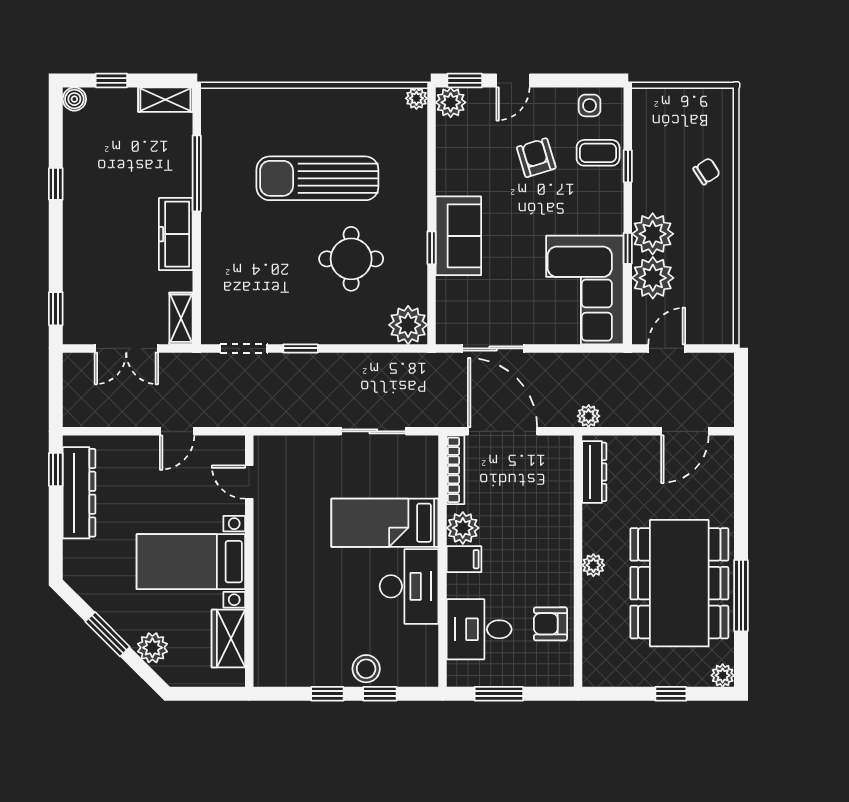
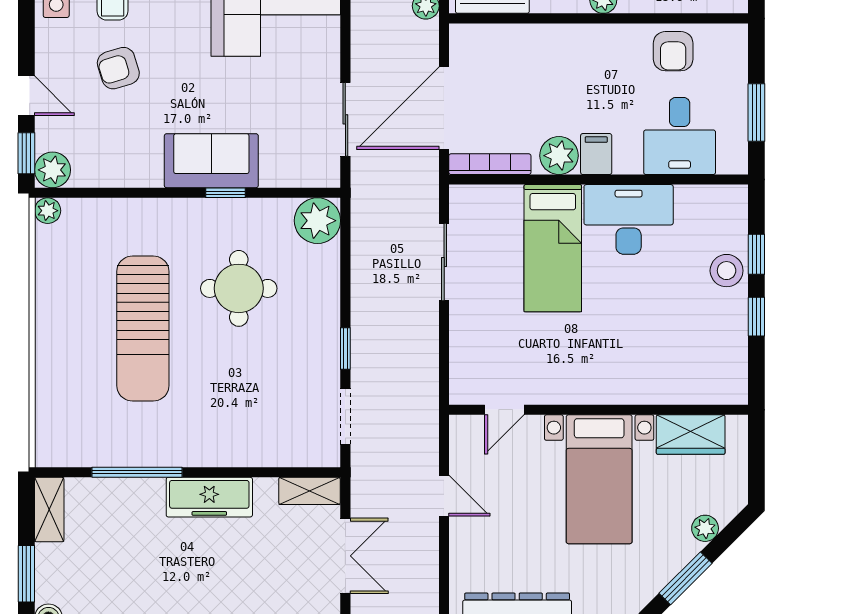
window: (111, 80) -> (26, 574), width x1.50
plant: (152, 648) -> (705, 528), width x0.73, depth x0.73

